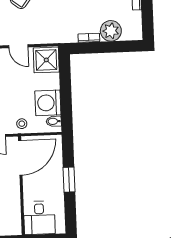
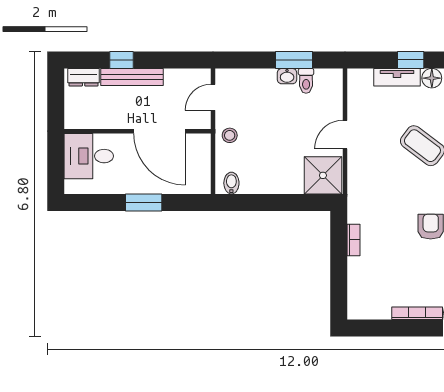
plant: (111, 31) -> (362, 273), removed
washing machine: (48, 103) -> (259, 175), removed
door: (20, 158) -> (159, 131), moved

